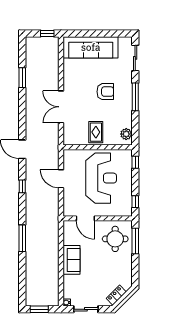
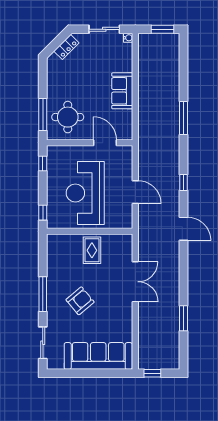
armchair: (105, 92) -> (80, 301), turned 140
plant: (126, 134) -> (54, 248), removed

